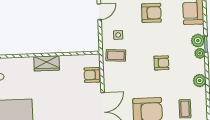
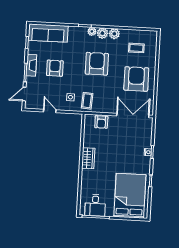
plant: (198, 41) -> (102, 33), moved
armchair: (161, 63) -> (97, 64), width x1.88, depth x1.88

